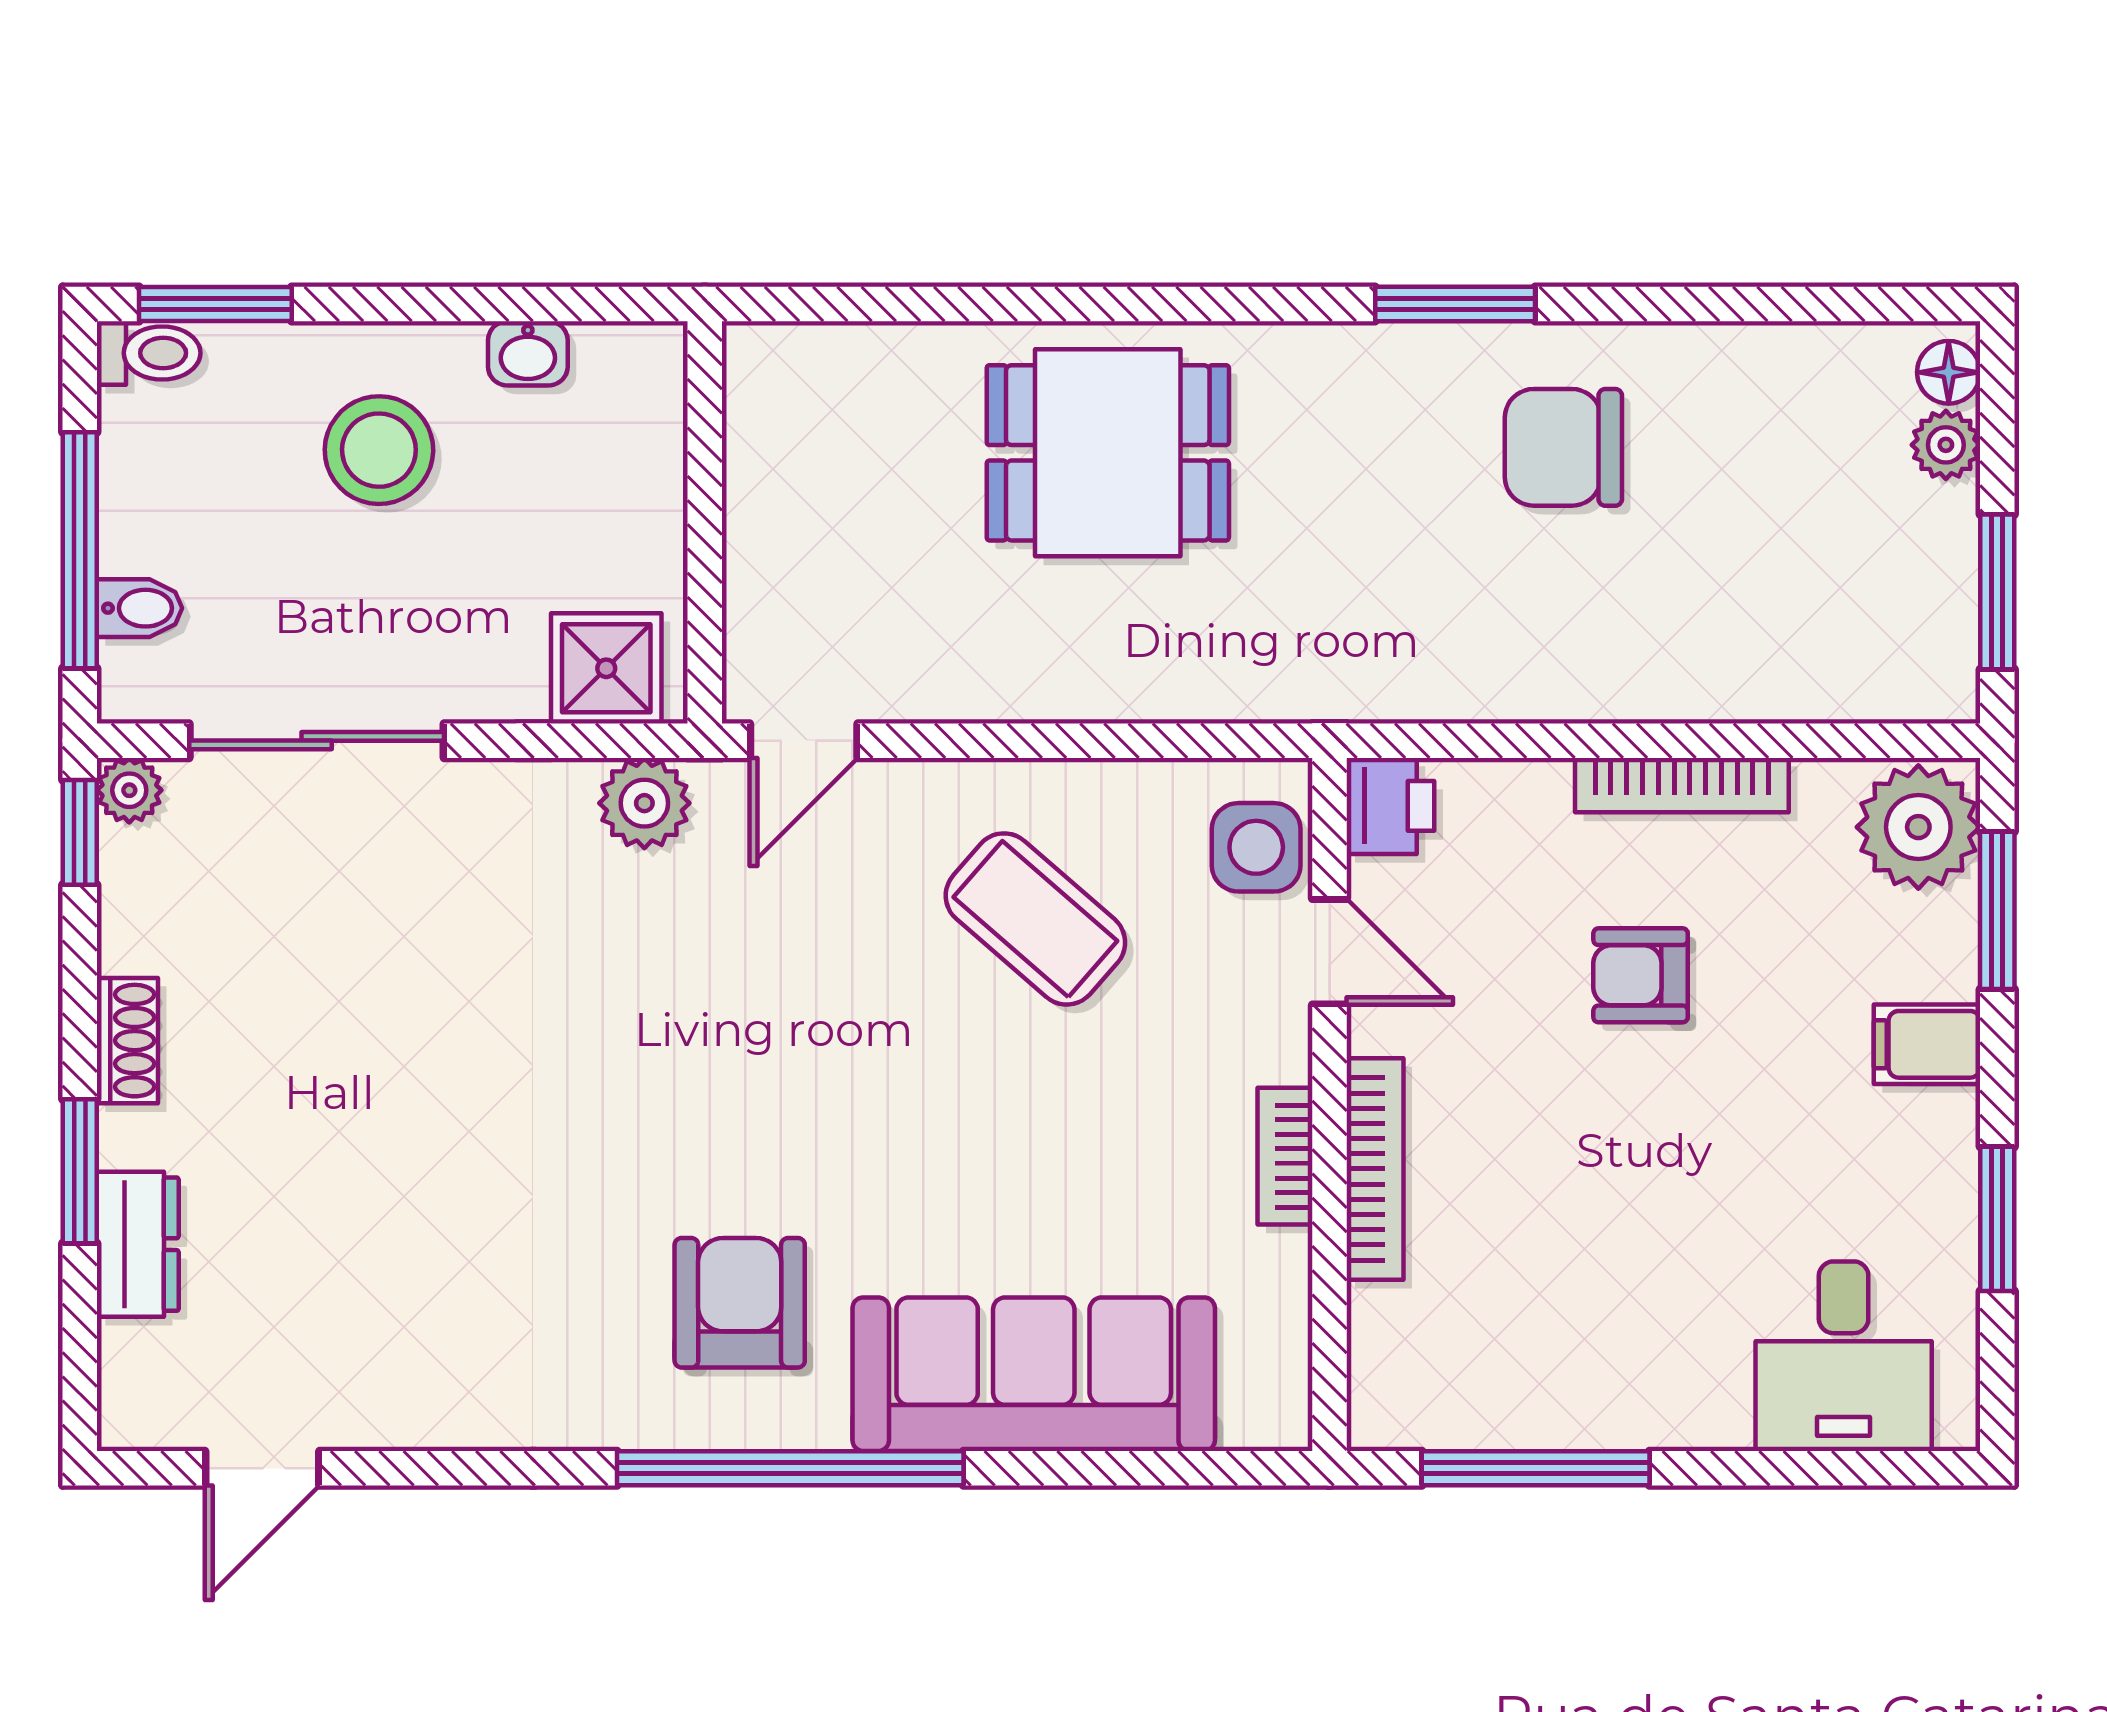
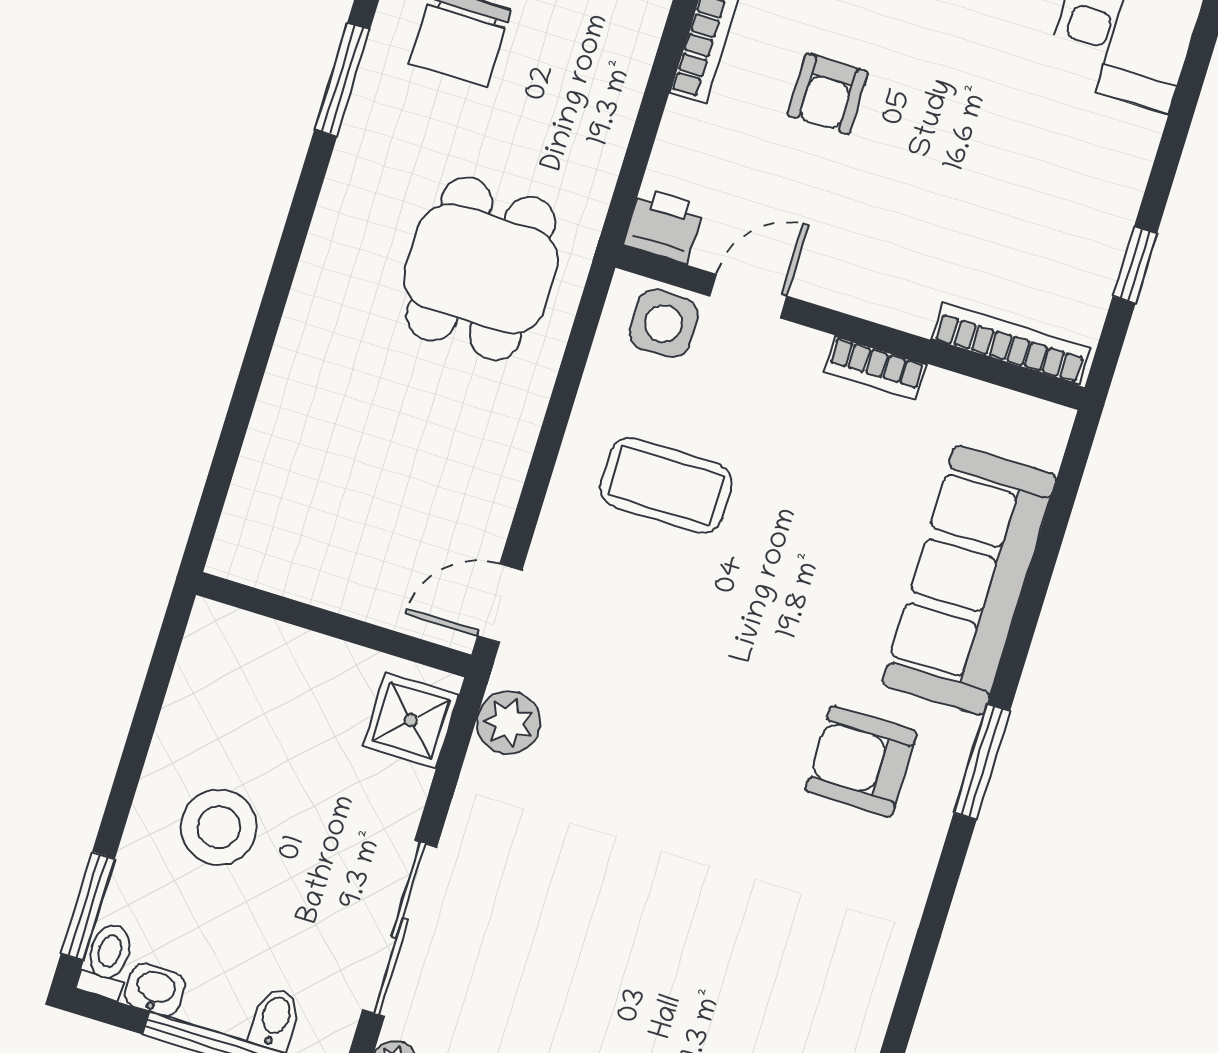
washbasin: (528, 353) -> (155, 990), moved, turned -90
dining table: (1108, 453) -> (481, 269), moved
door: (804, 741) -> (500, 603), swing flipped
coffee table: (1035, 919) -> (666, 486), turned 49
bookcase: (1375, 1169) -> (1011, 344), moved
window: (790, 1468) -> (982, 762), width x0.47
window: (1536, 1468) -> (1135, 265), width x0.46

